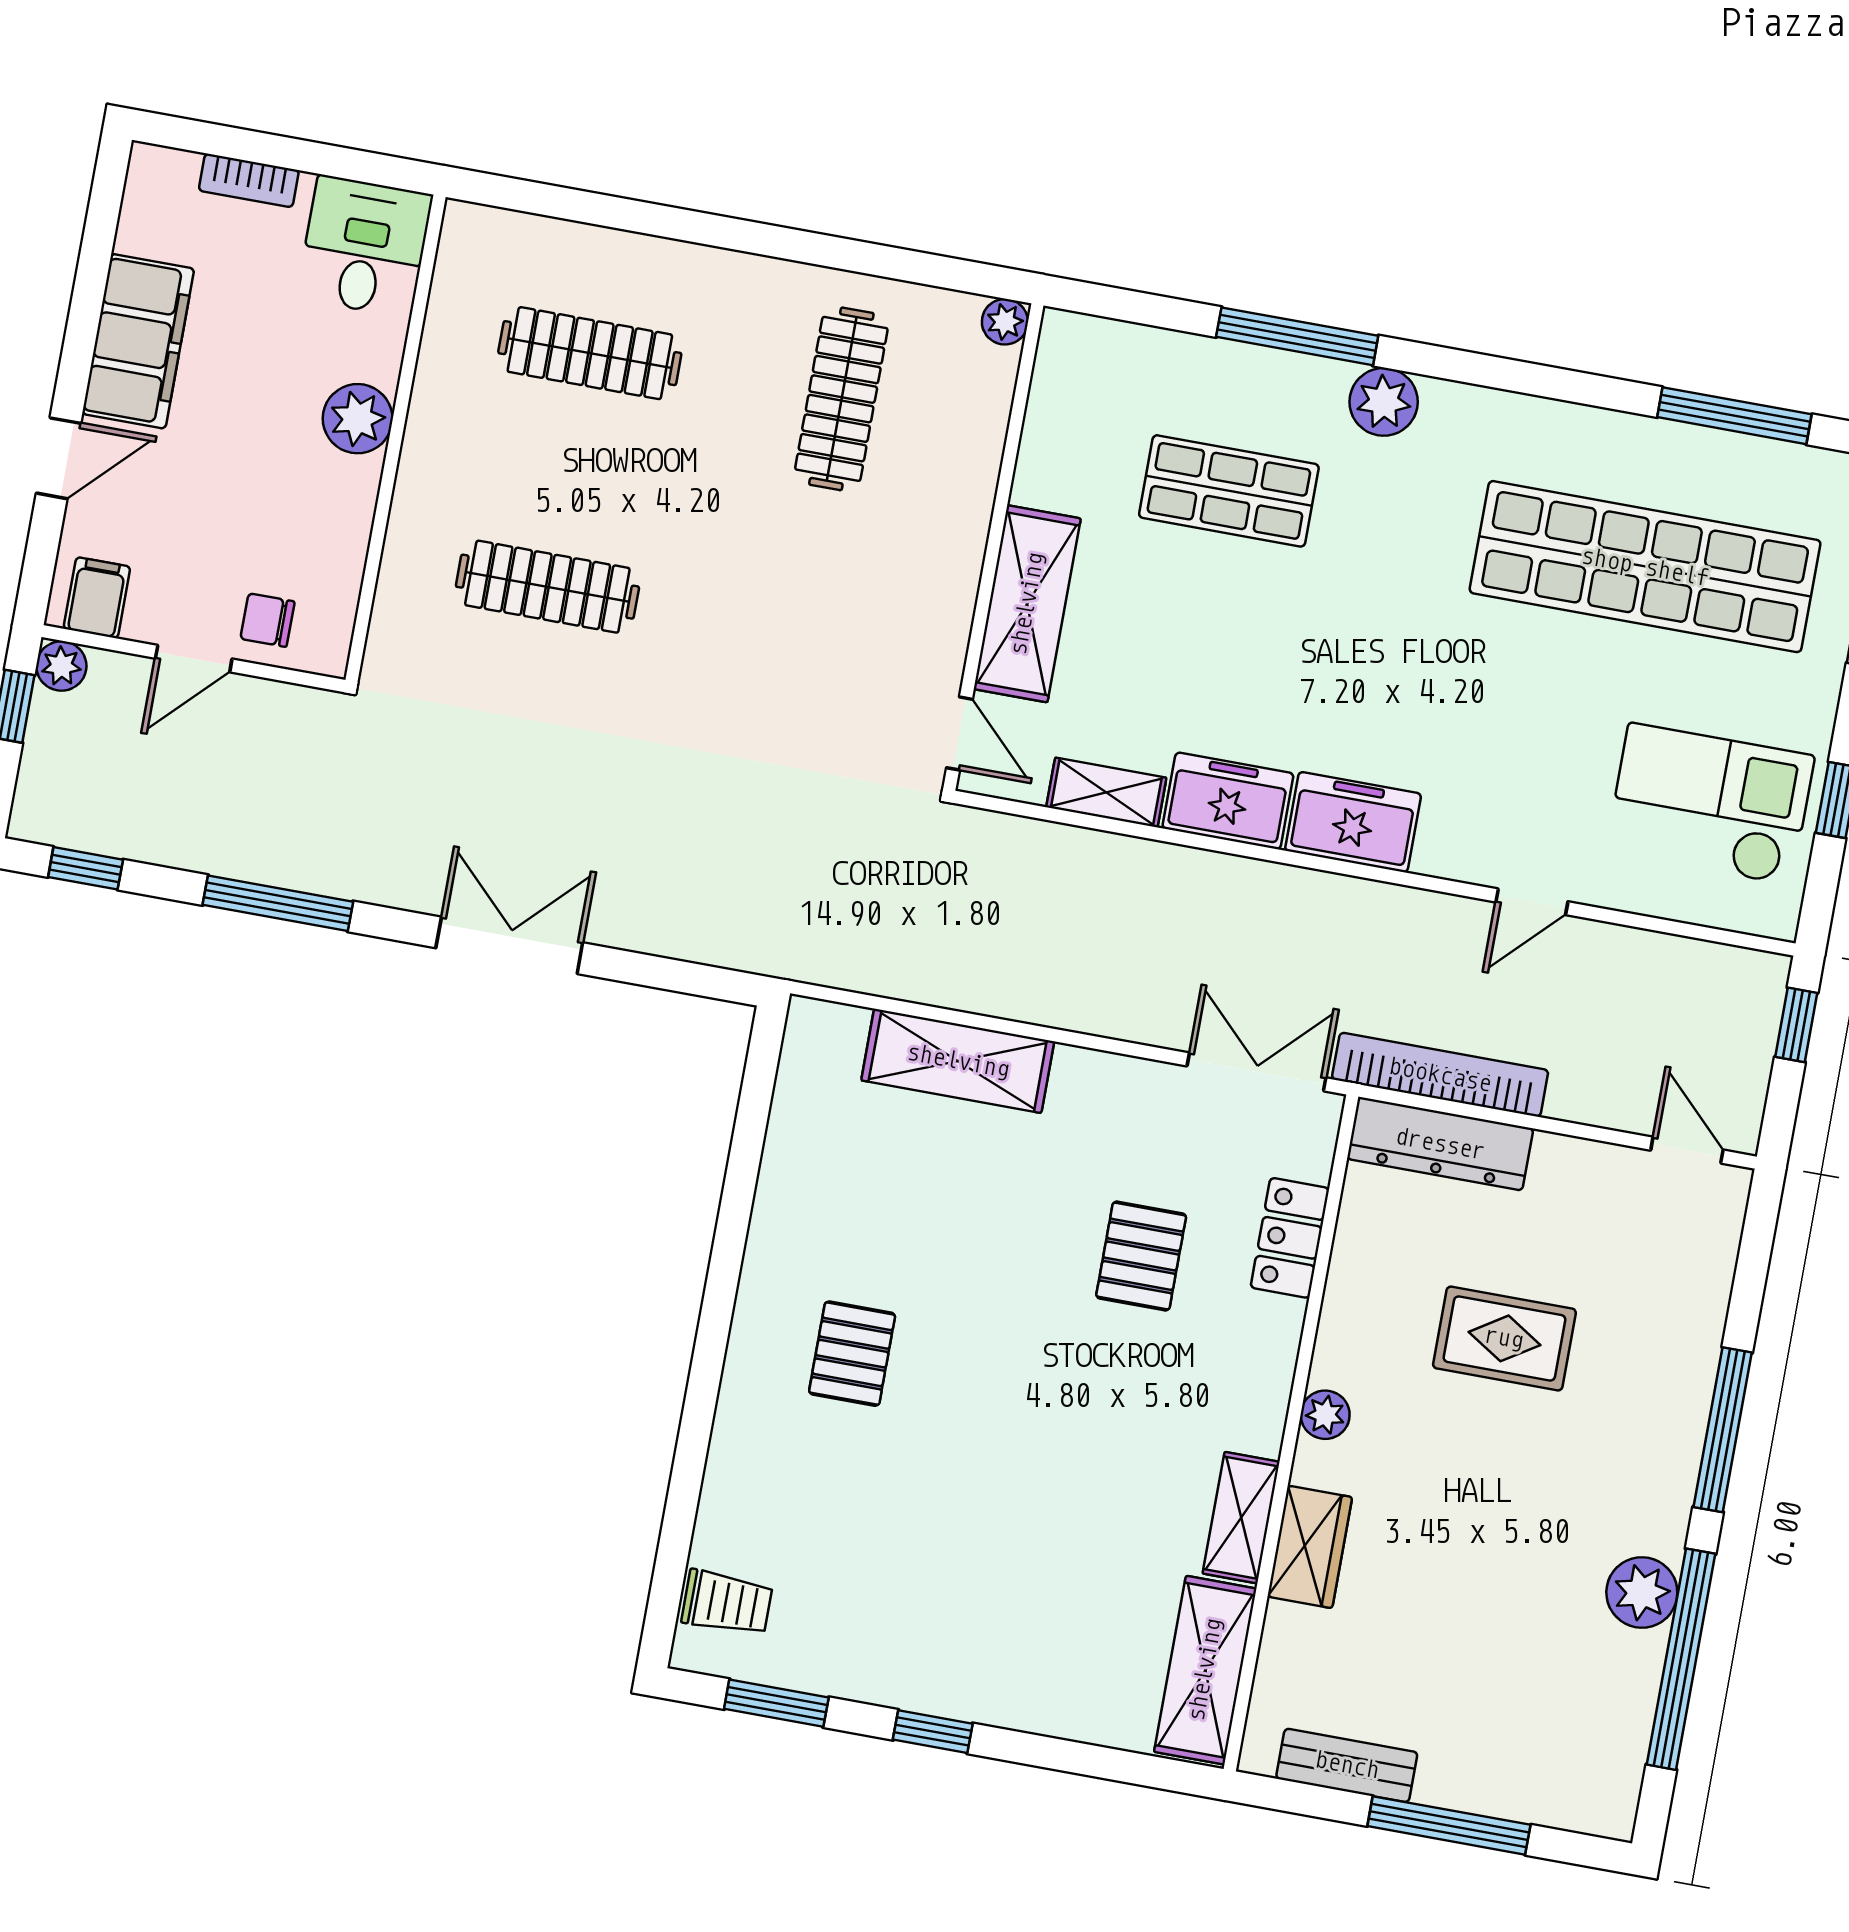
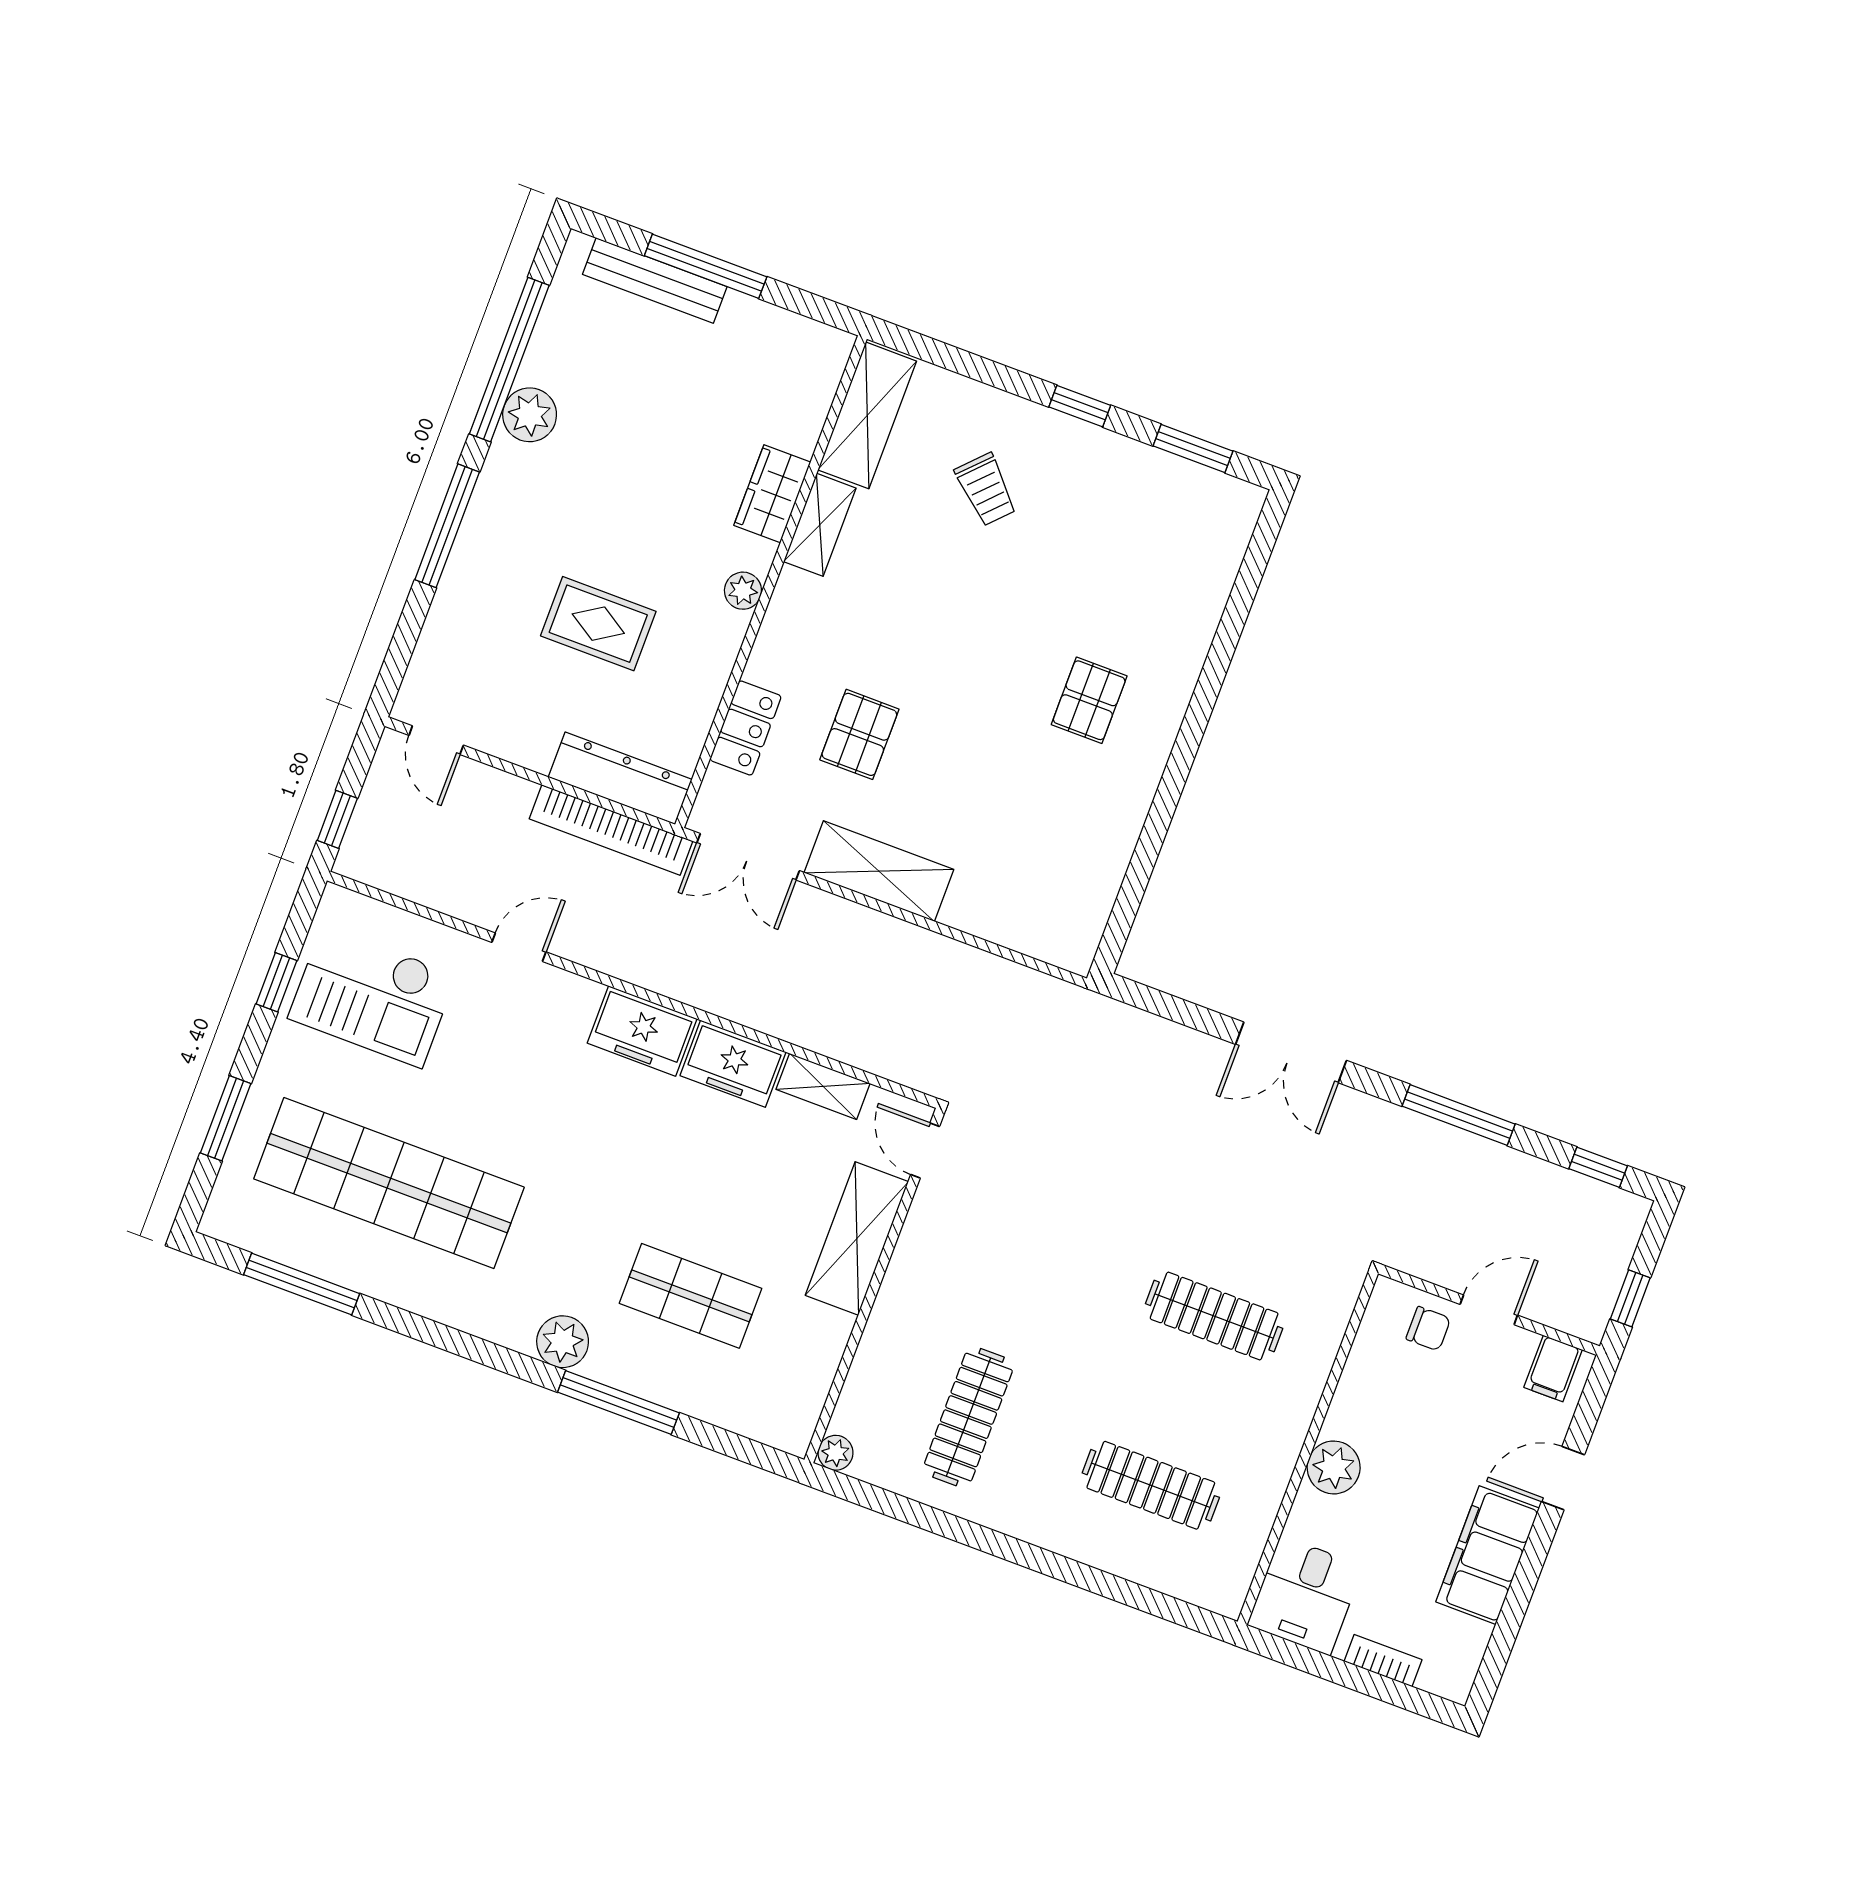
plant: (61, 666) -> (1589, 1322), removed
shelving: (958, 1061) -> (879, 871), moved
trolley: (727, 1603) -> (986, 490), moved, turned -136
bench: (1347, 1765) -> (655, 280), moved, width x1.36

